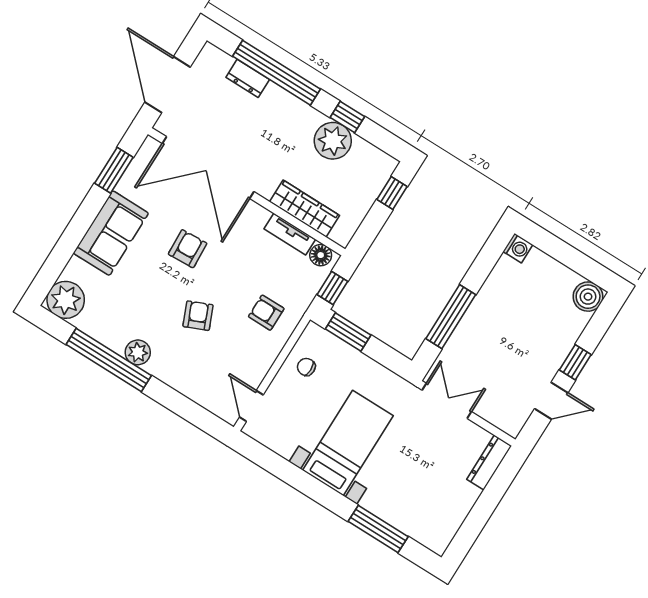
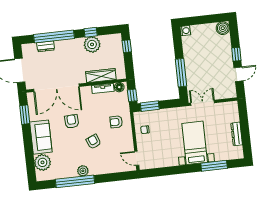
plant: (66, 300) -> (42, 162), moved
bed with nightstands: (348, 443) -> (195, 143), moved
dresser: (489, 463) -> (237, 134), moved

